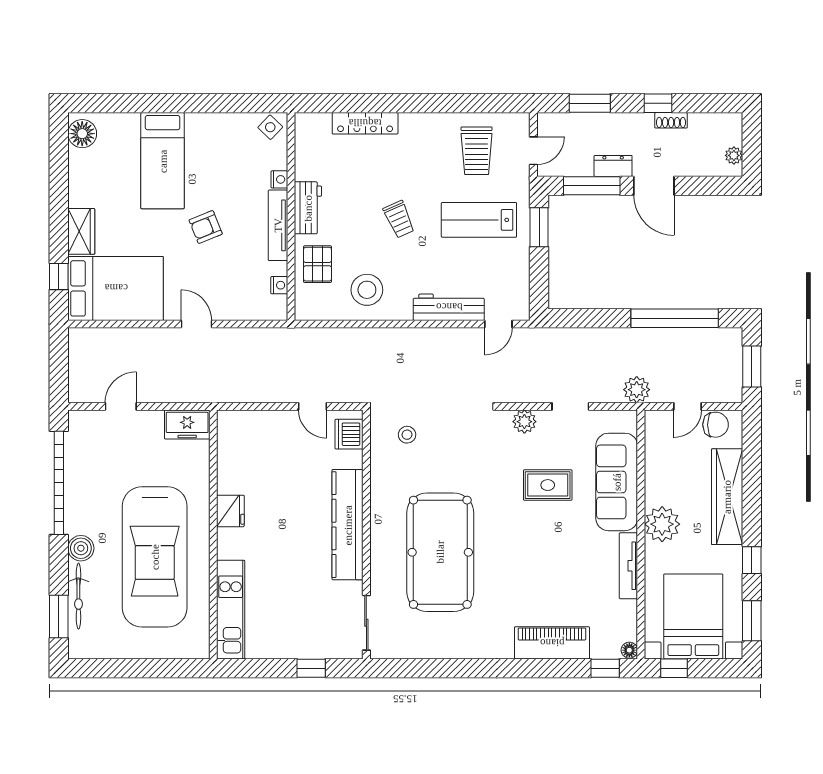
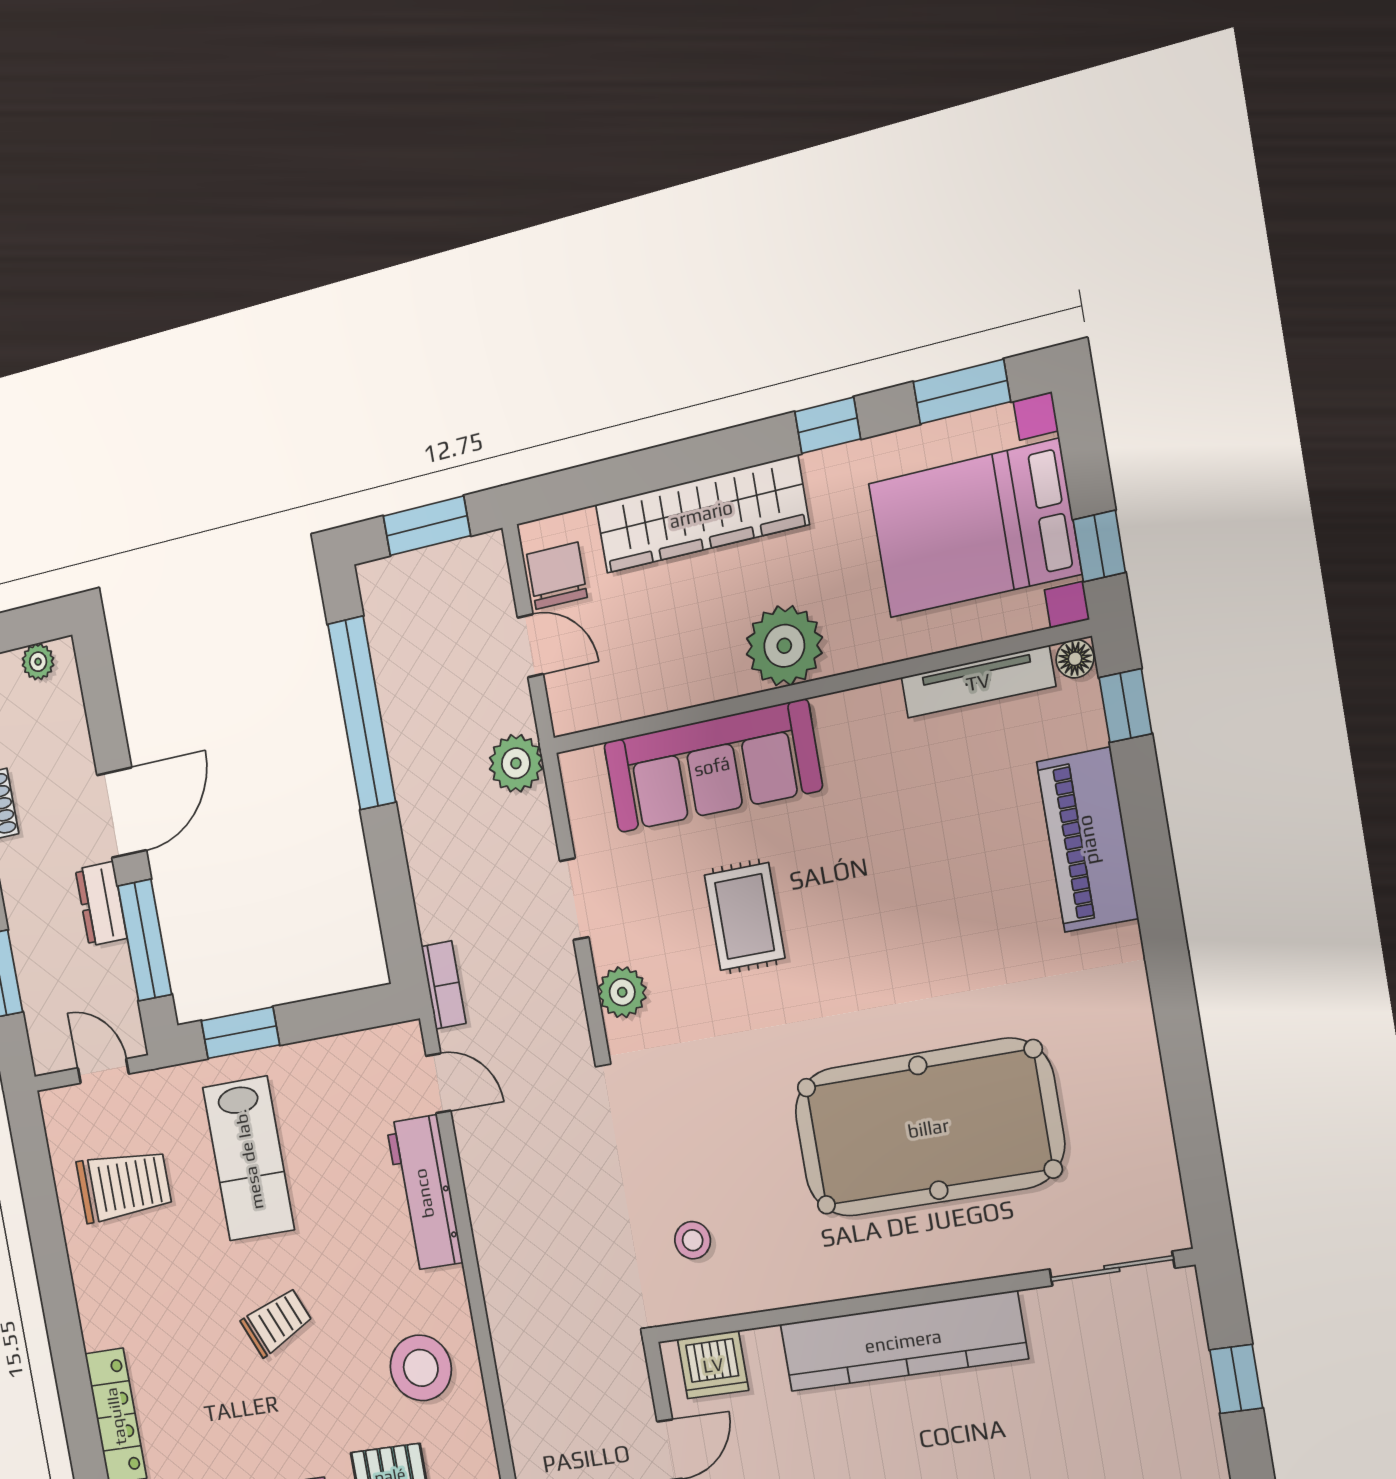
bookcase: (543, 335) -> (444, 985), added
tv unit: (628, 566) -> (978, 682), moved

